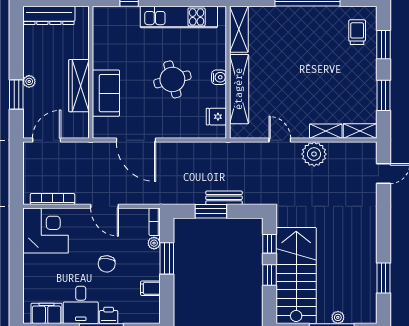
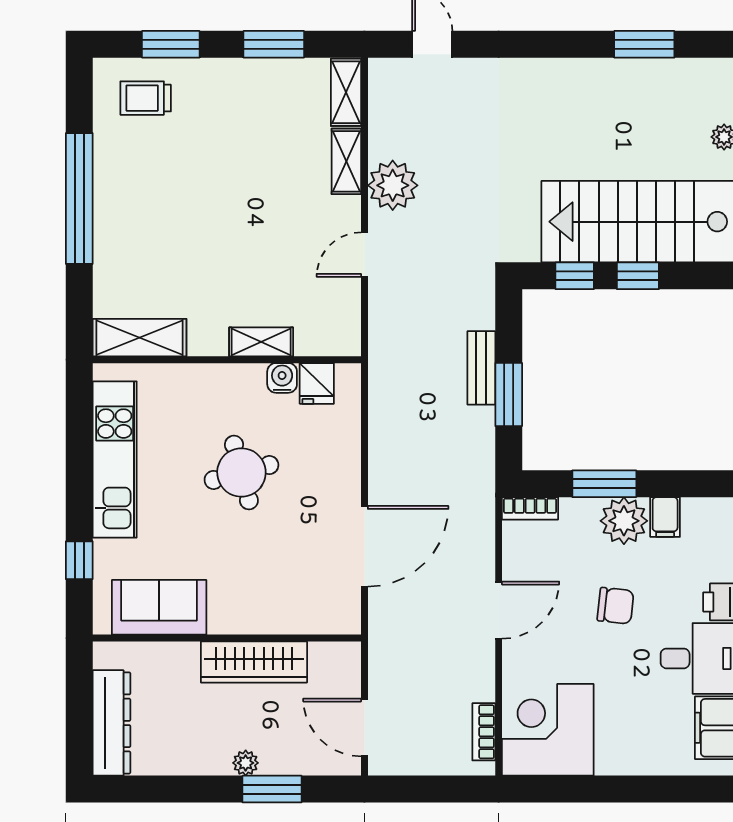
water cooler: (219, 77) -> (282, 378), moved
shelving: (239, 89) -> (261, 342), width x0.45, depth x0.75
sofa: (106, 93) -> (159, 607), moved
bookcase: (52, 199) -> (484, 732), width x0.64
plant: (154, 243) -> (624, 521), moved, width x1.87, depth x1.87

